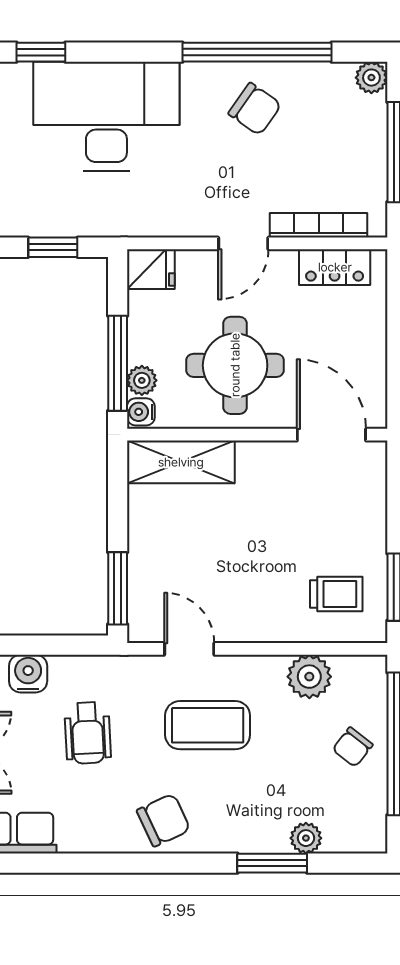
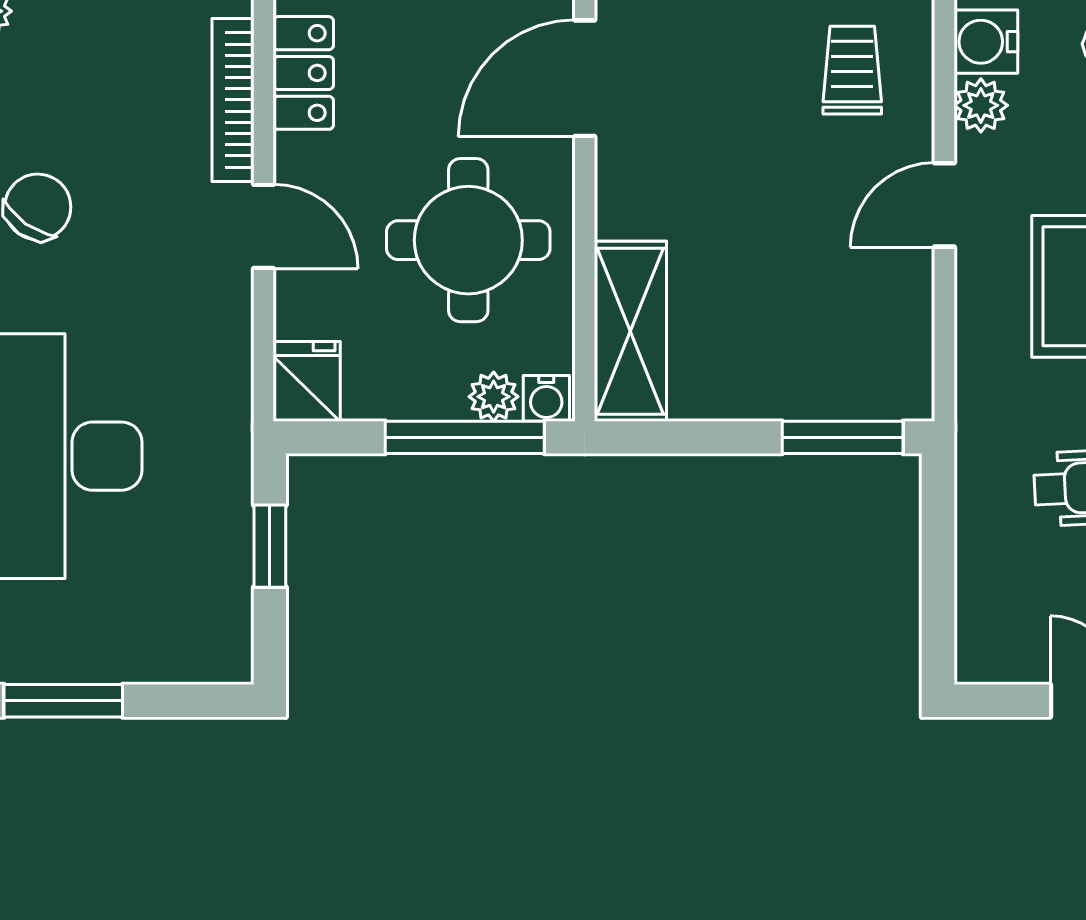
door: (189, 649) -> (944, 205), moved
water cooler: (28, 674) -> (986, 42), moved
plant: (309, 677) -> (981, 105), width x0.73, depth x0.73

